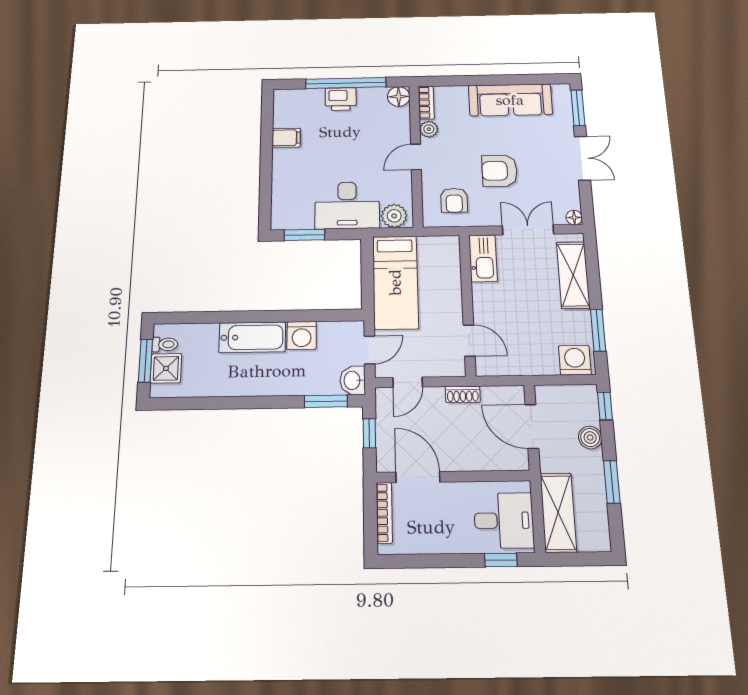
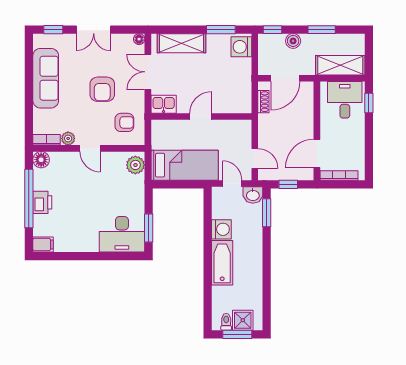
window: (578, 108) -> (53, 30), width x0.67
filing cabinet: (286, 138) -> (43, 244), moved, turned 90
double door: (582, 158) -> (94, 30), swing flipped
desk: (347, 205) -> (122, 234), moved, turned 90
kitchen sink: (483, 258) -> (164, 104), width x0.73
door: (469, 340) -> (201, 116), moved
shoe rack: (463, 394) -> (263, 102), moved

